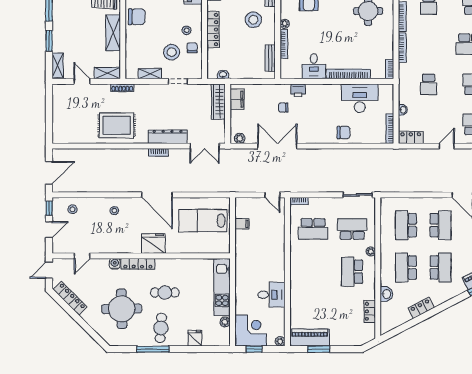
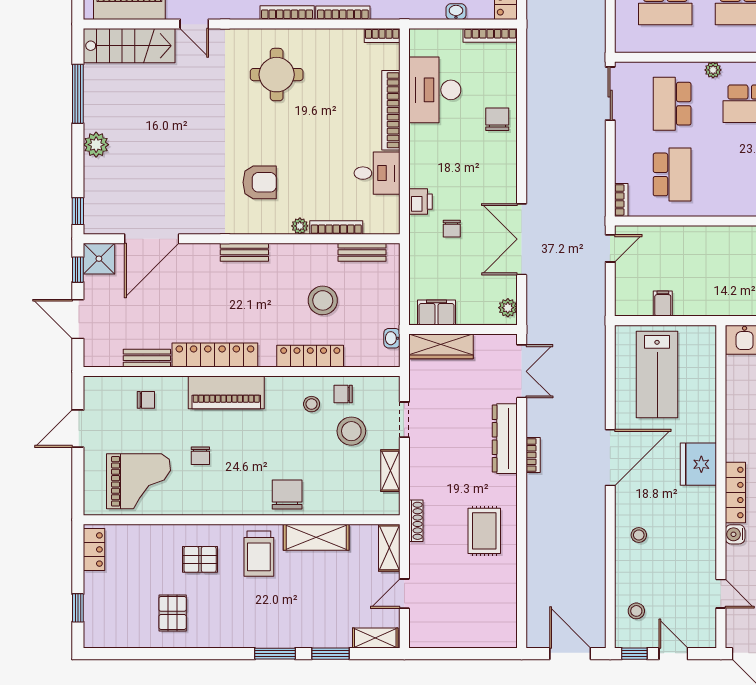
stool: (253, 20) -> (323, 300), moved
rug: (117, 125) -> (484, 531), width x0.73, depth x0.70

